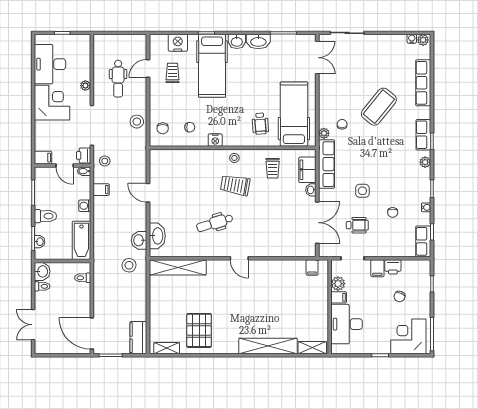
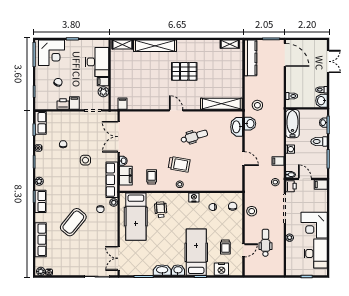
wheelchair: (357, 225) -> (89, 135), removed
pallet: (199, 330) -> (184, 71), moved, turned 90
kitchen counter: (138, 338) -> (251, 58), width x1.50

